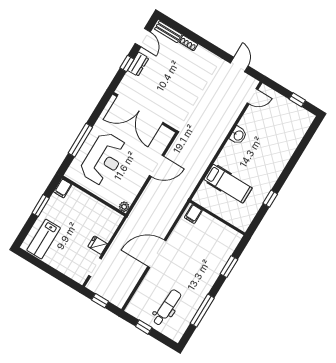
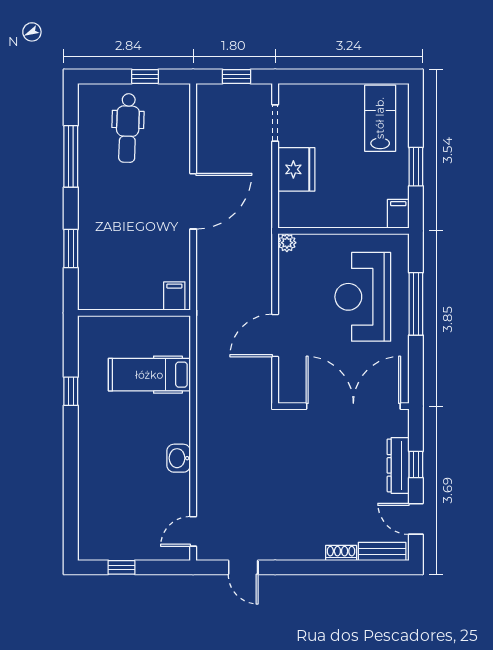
dresser: (138, 64) -> (398, 465), width x1.44
fridge: (98, 245) -> (296, 169), width x1.88, depth x1.34

